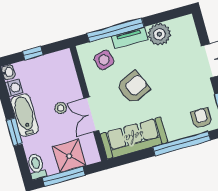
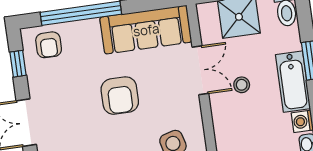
armchair: (133, 87) -> (120, 96), moved, turned -66

